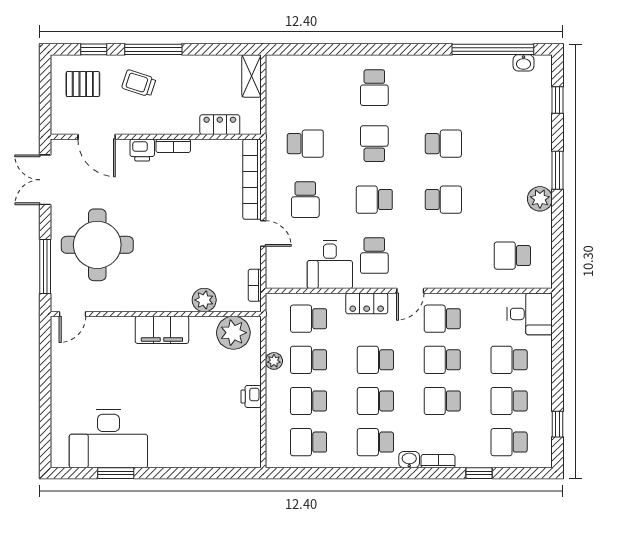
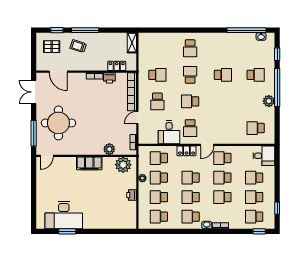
printer: (142, 150) -> (109, 78), moved
window: (558, 170) -> (277, 87), width x2.11
school desk: (443, 200) -> (256, 75), moved
door: (263, 233) -> (137, 118), swing flipped
window: (479, 473) -> (259, 231), moved

